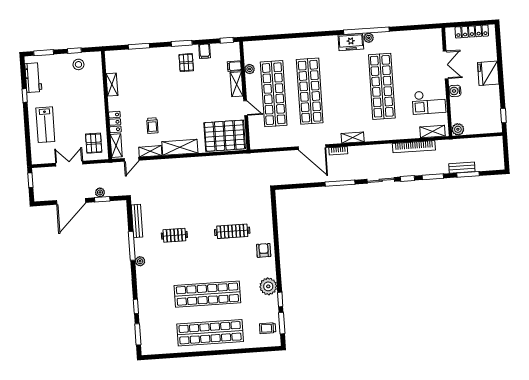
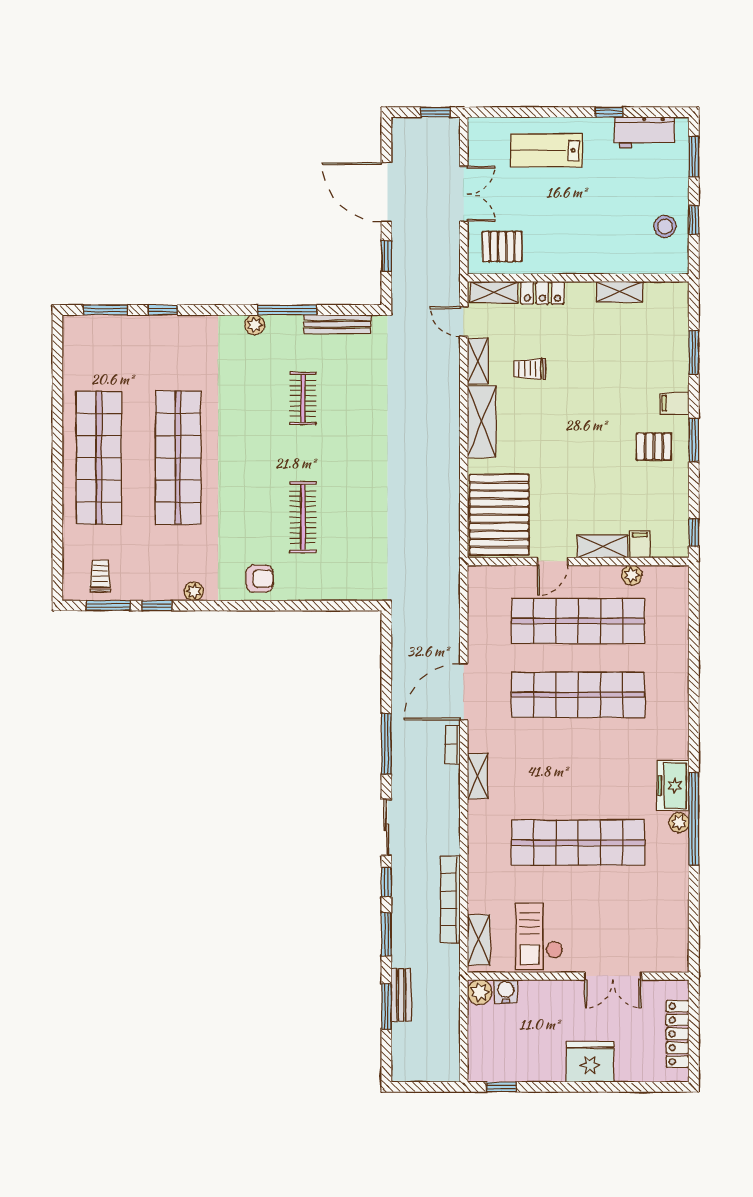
filing cabinet: (205, 51) -> (675, 403), moved
water cooler: (455, 91) -> (506, 991), moved
plant: (100, 192) -> (401, 252), removed
plant: (268, 286) -> (194, 591), width x0.53, depth x0.53

